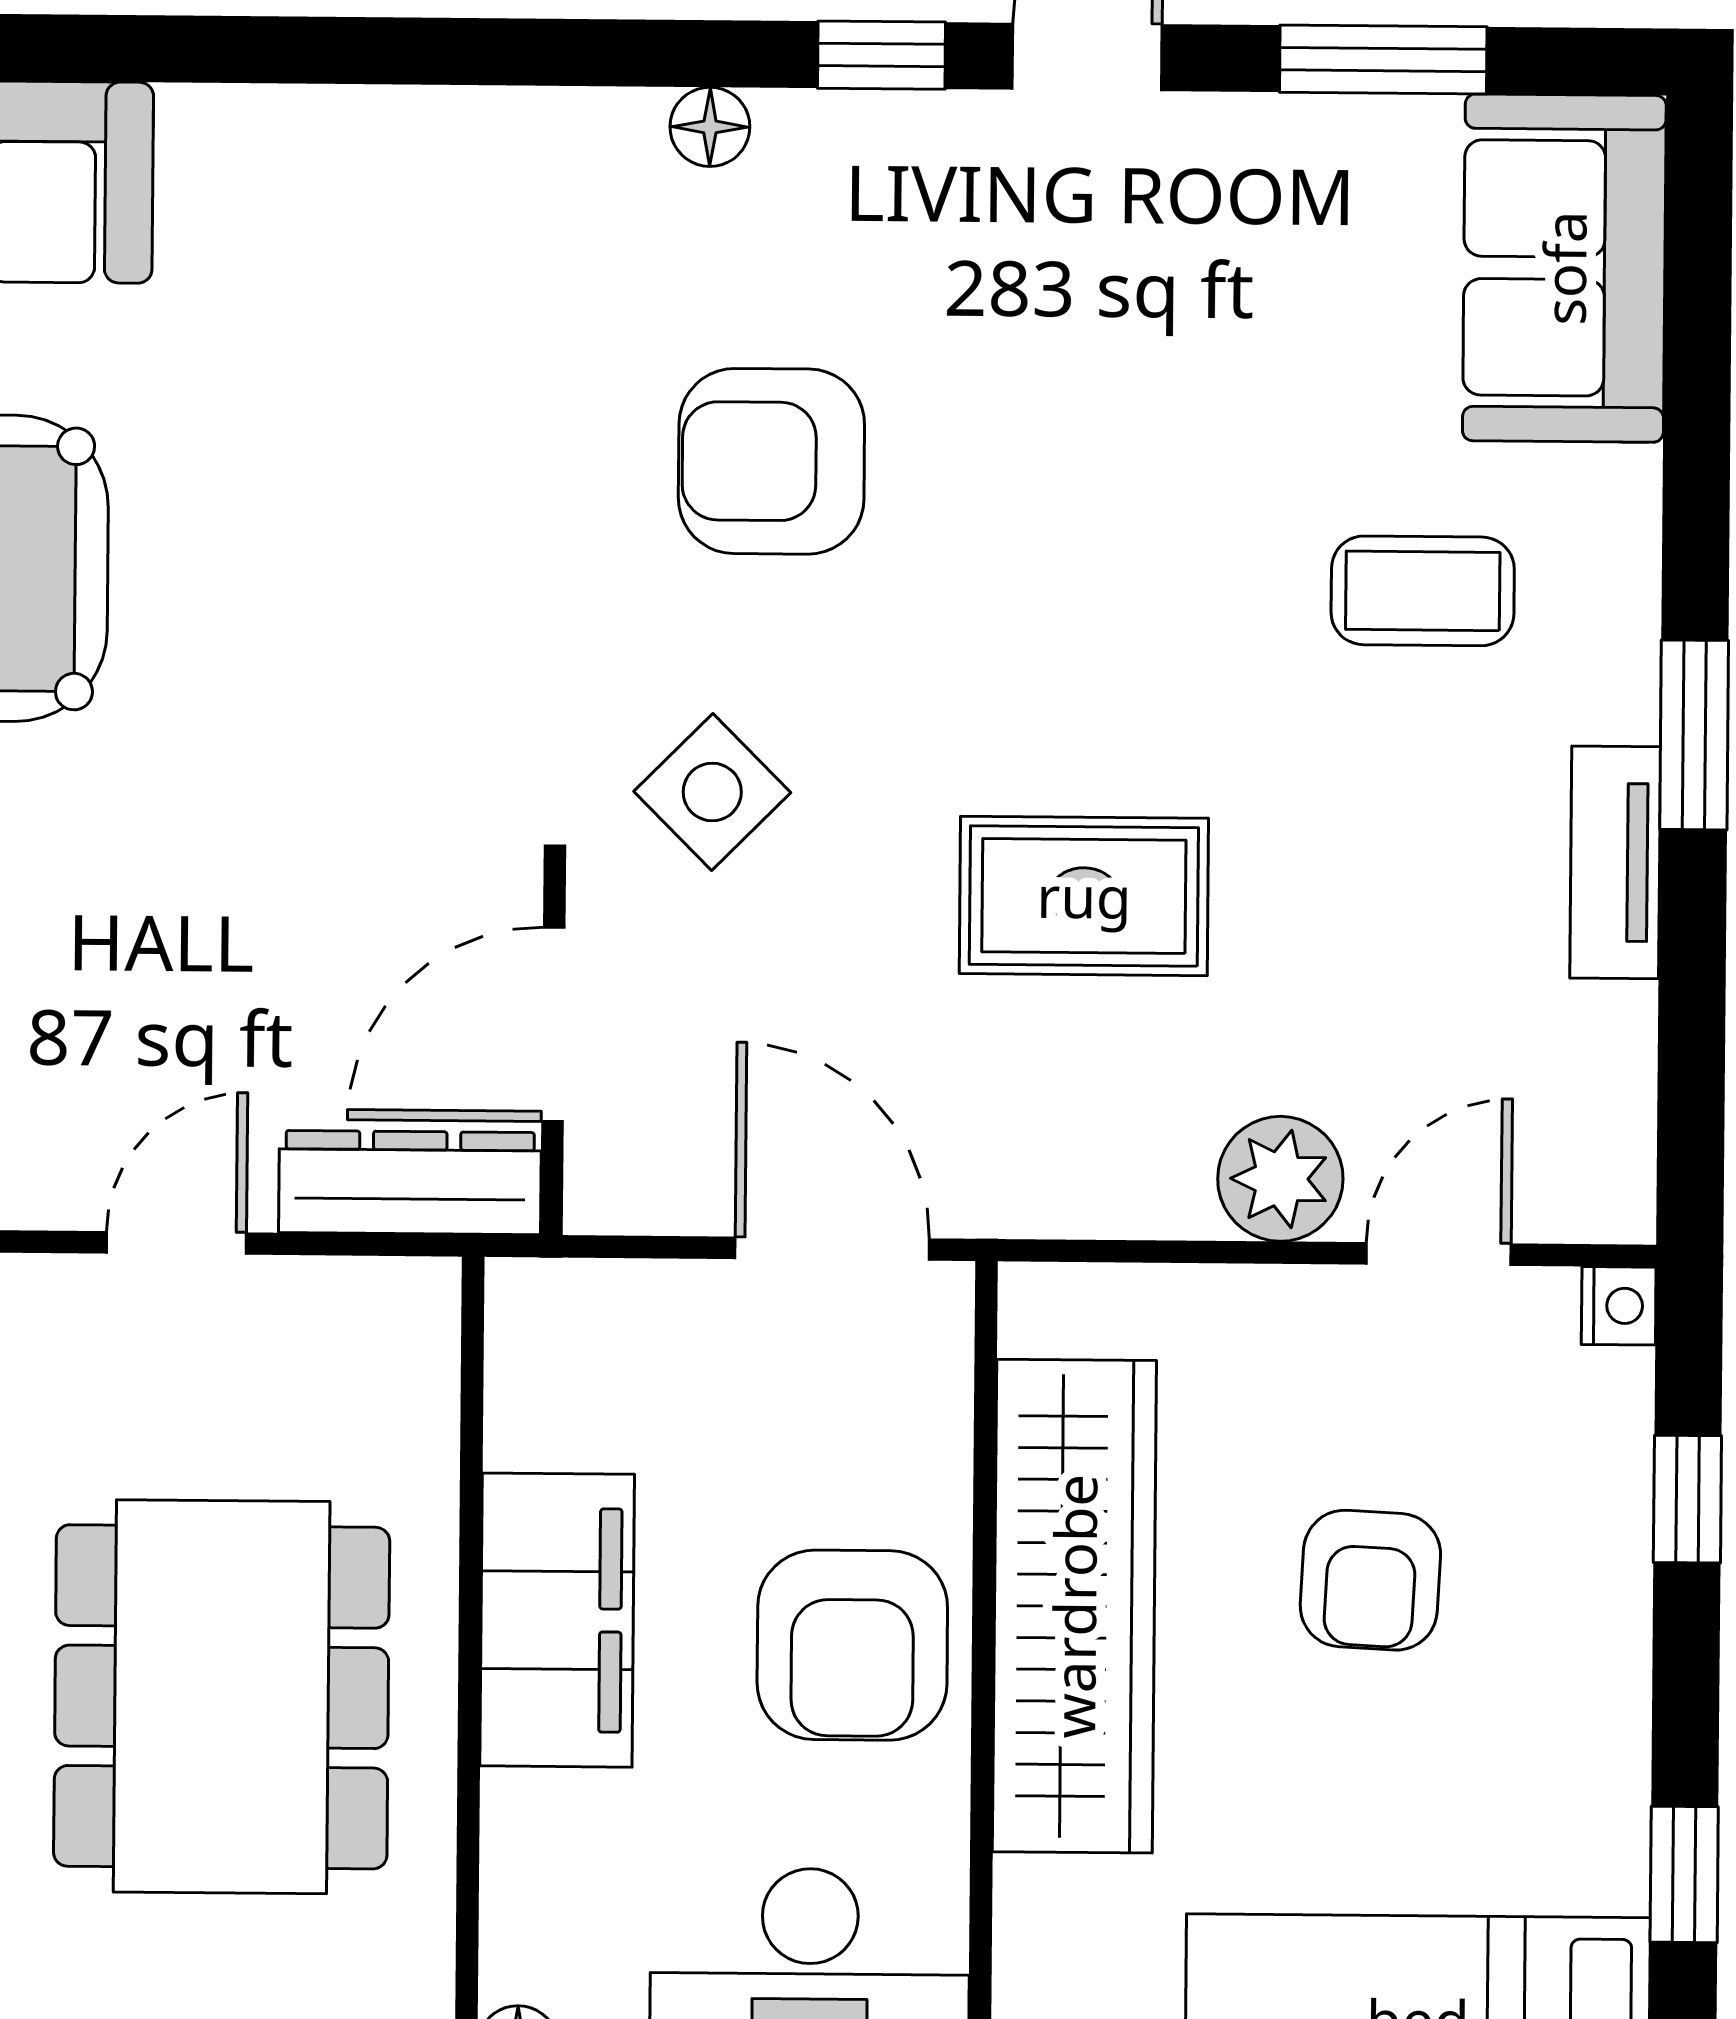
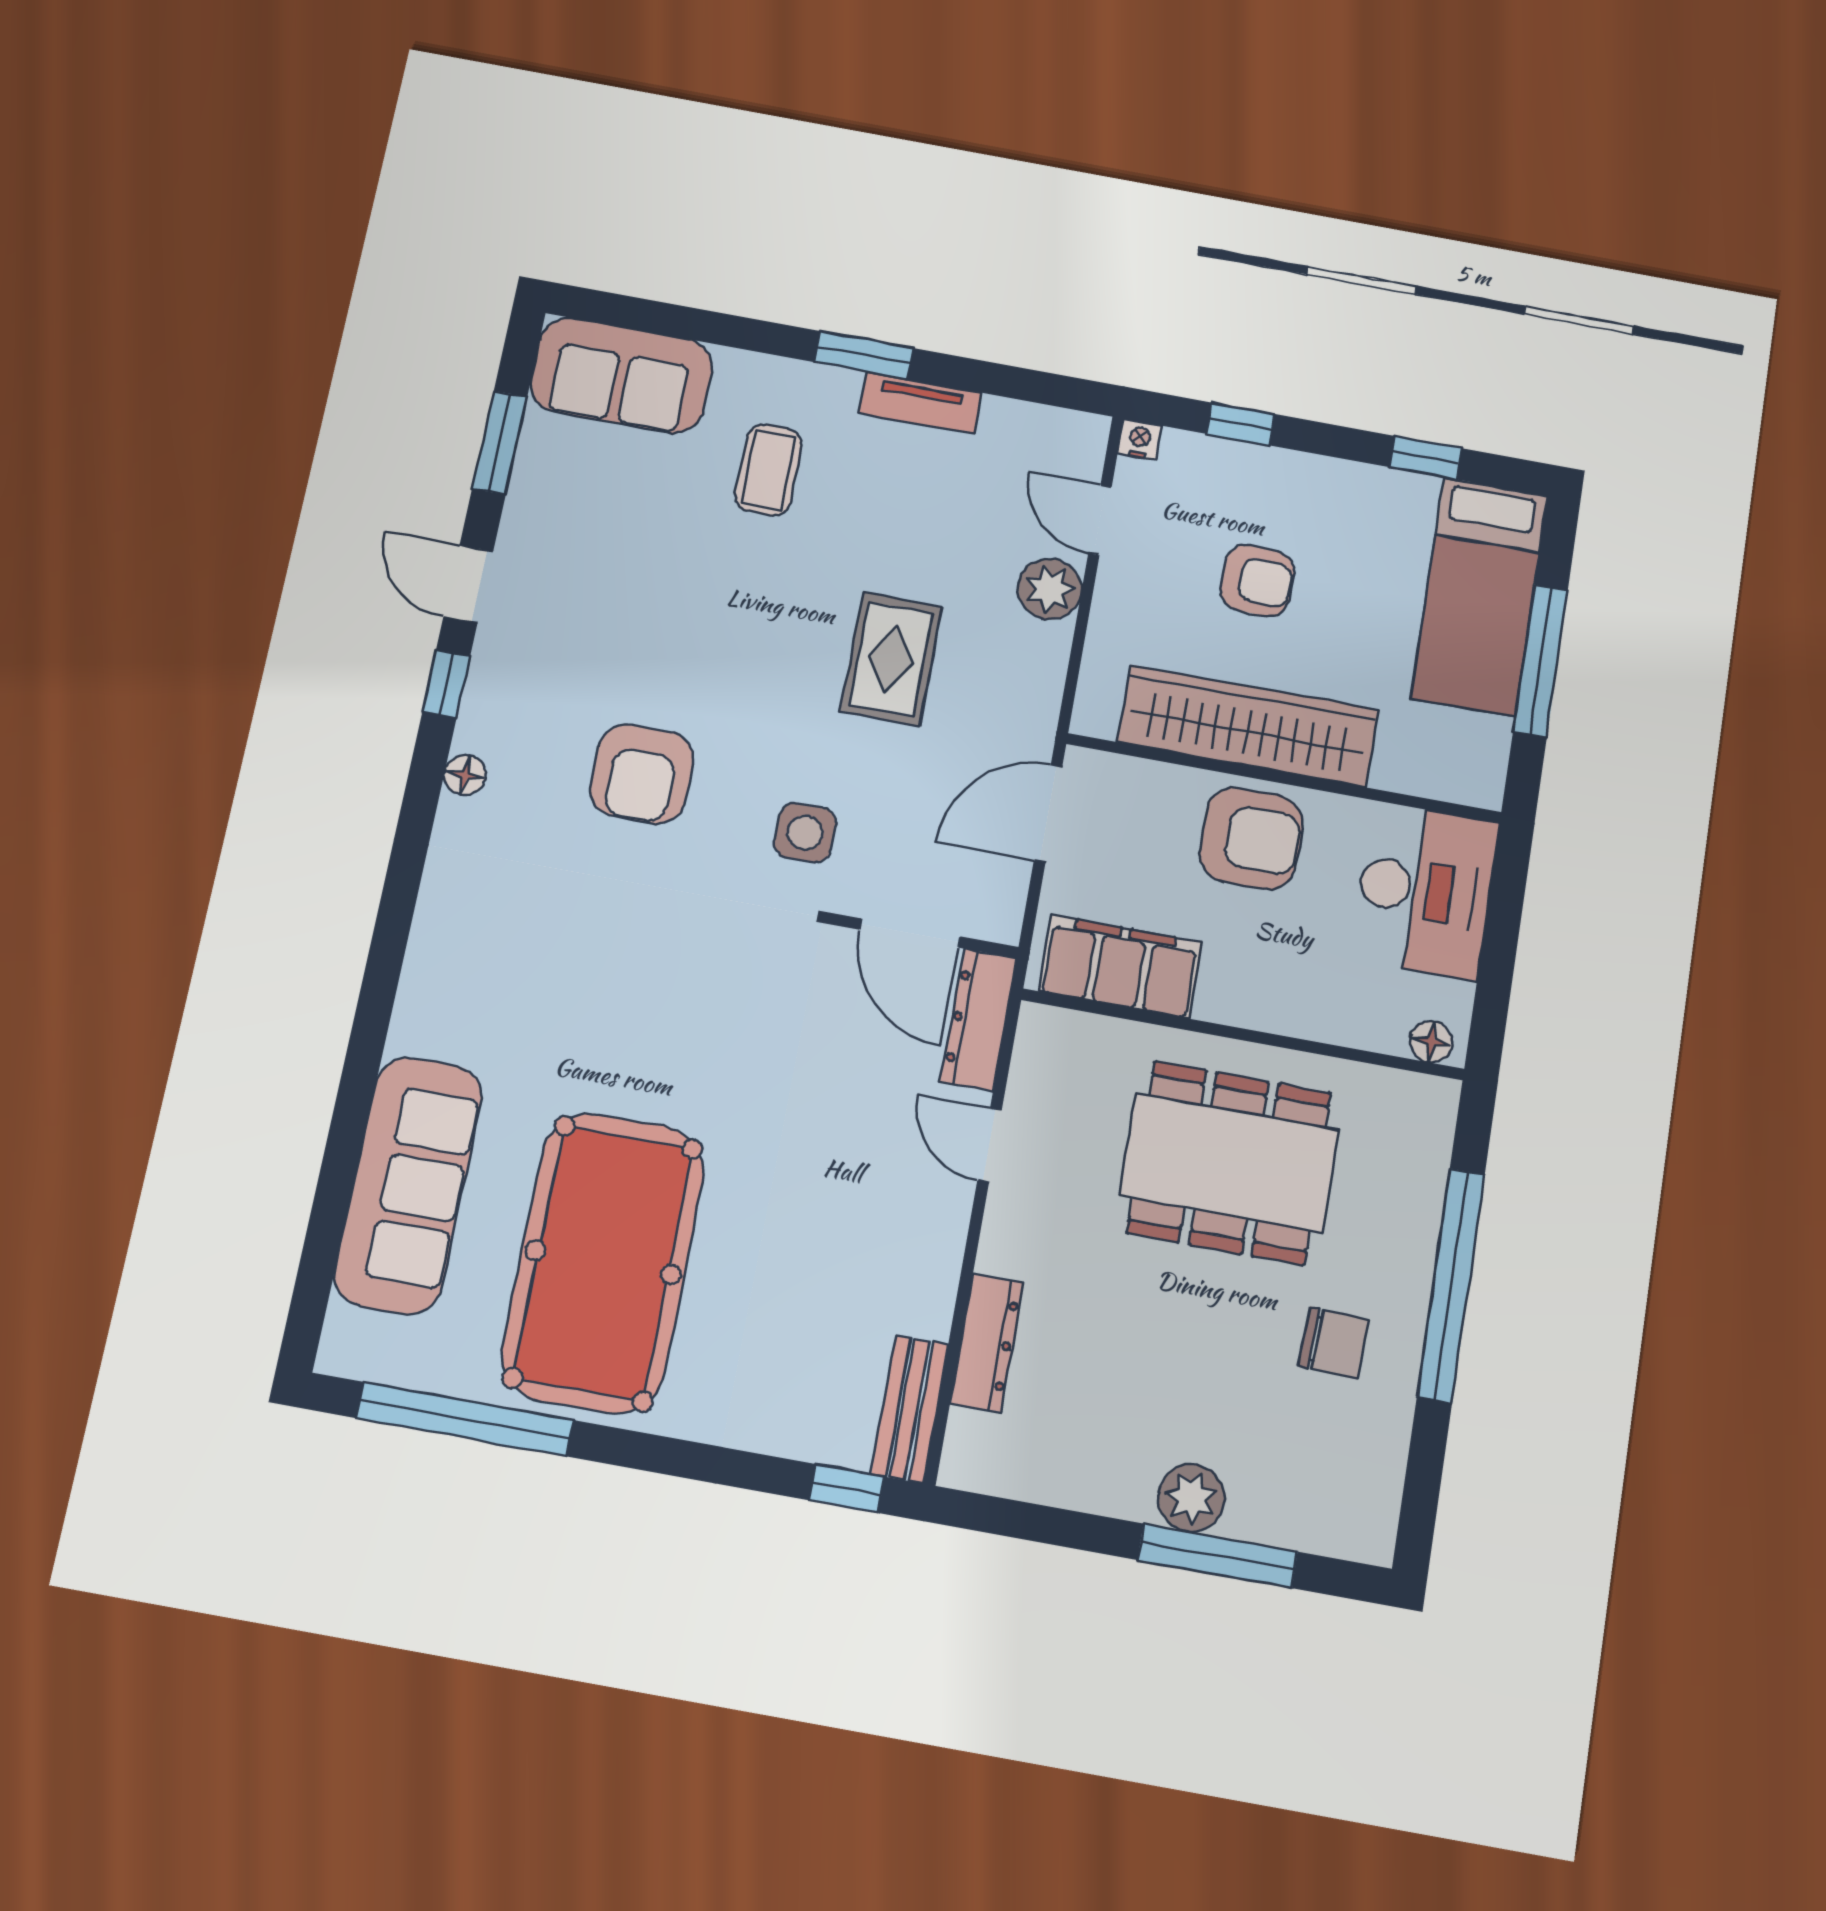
side table: (712, 792) -> (805, 833), turned 45
filing cabinet: (557, 1620) -> (1120, 967), moved

